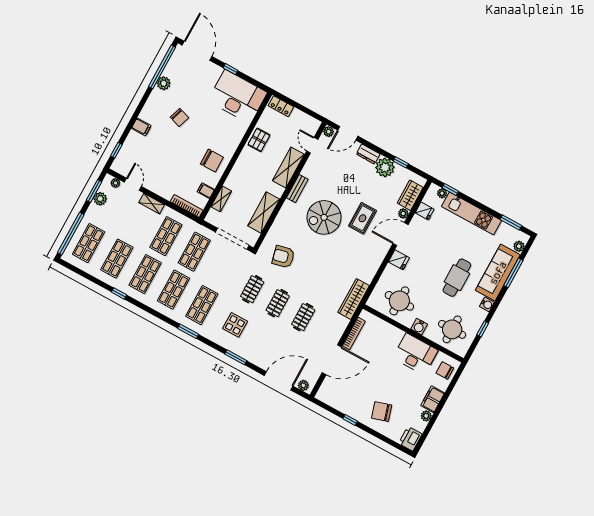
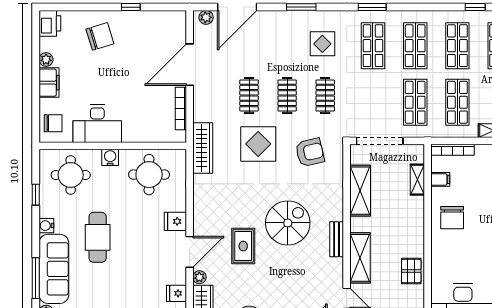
chair: (212, 161) -> (452, 218), turned -90
display table: (315, 281) -> (258, 144), added

